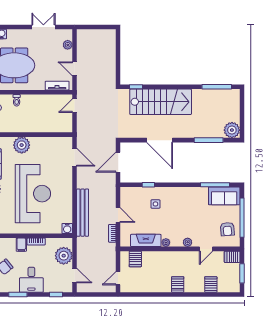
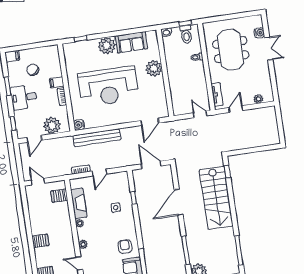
double door: (43, 27) -> (269, 48), moved
armchair: (196, 200) -> (125, 247), added

